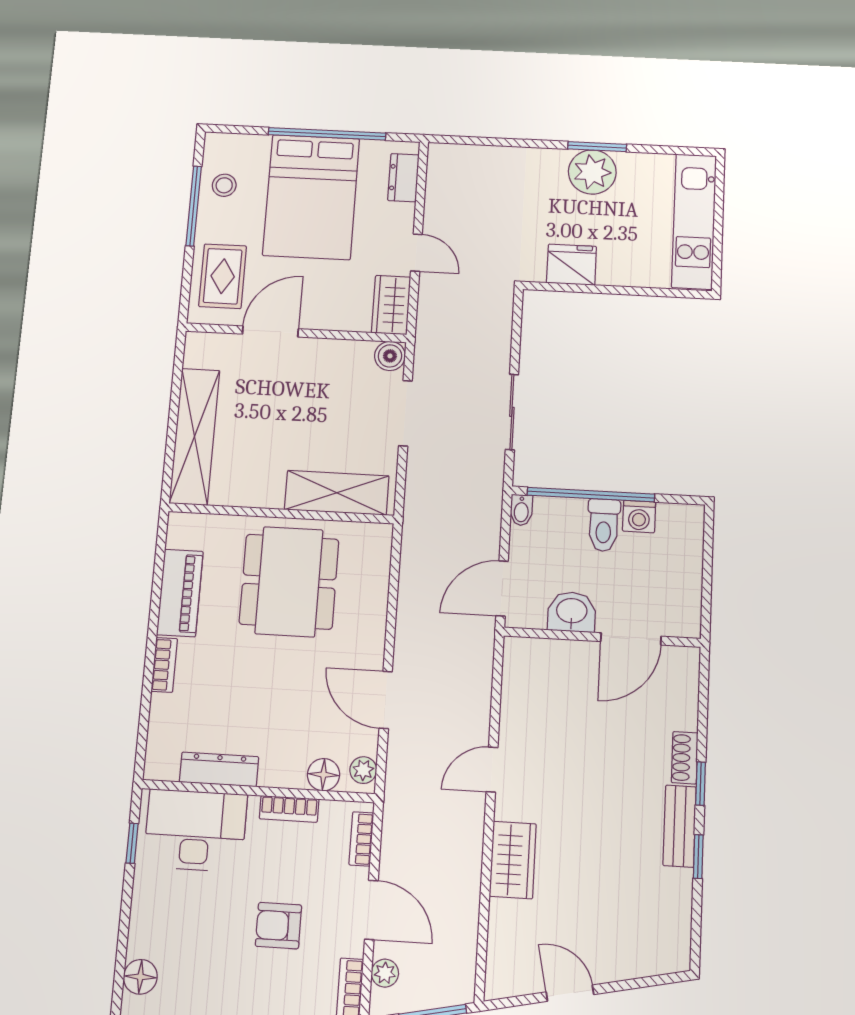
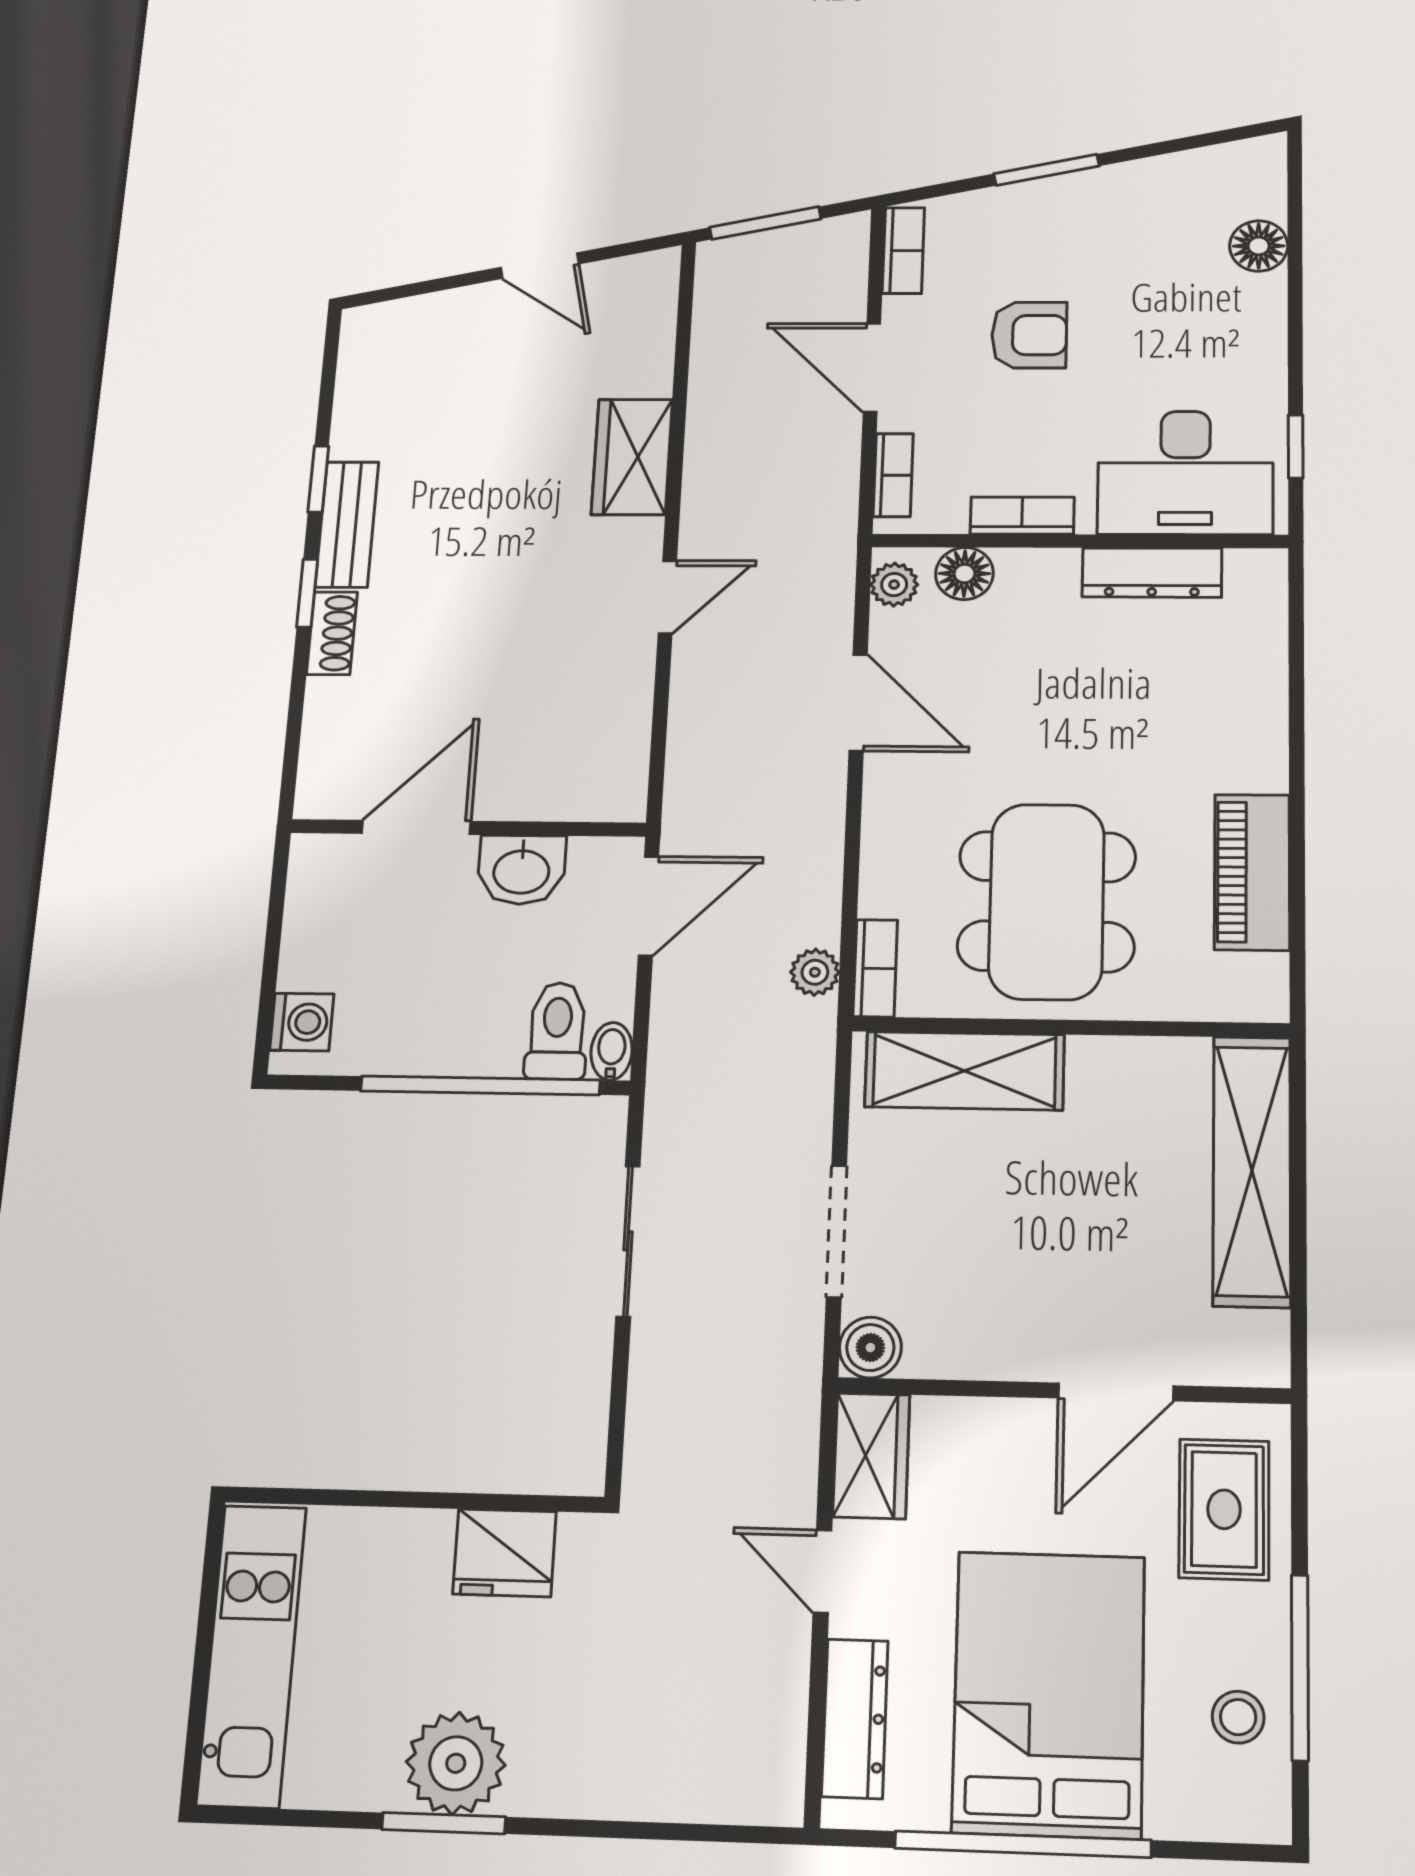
dresser: (403, 178) -> (855, 1719), width x1.44
washing machine: (639, 517) -> (302, 1022), moved, turned 90
toilet: (604, 525) -> (557, 1031), moved
bookcase: (164, 665) -> (875, 968), moved, turned 180
plant: (385, 973) -> (815, 972), moved

